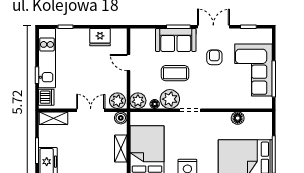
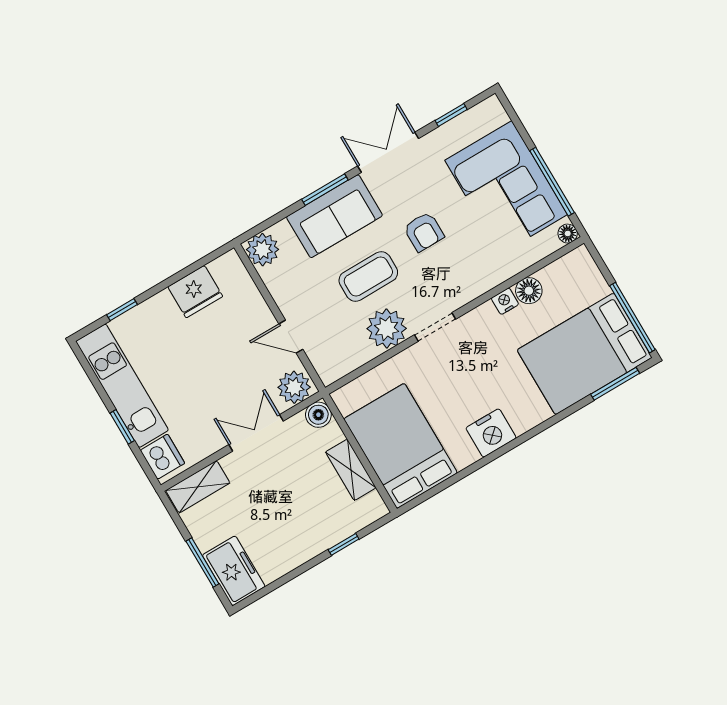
armchair: (214, 57) -> (424, 232), moved, turned 180
door: (128, 63) -> (291, 337), moved
plant: (138, 101) -> (262, 250), moved
floor lamp: (155, 104) -> (568, 234), moved
nightstand: (225, 117) -> (505, 301), added

